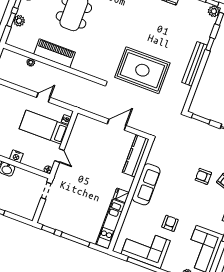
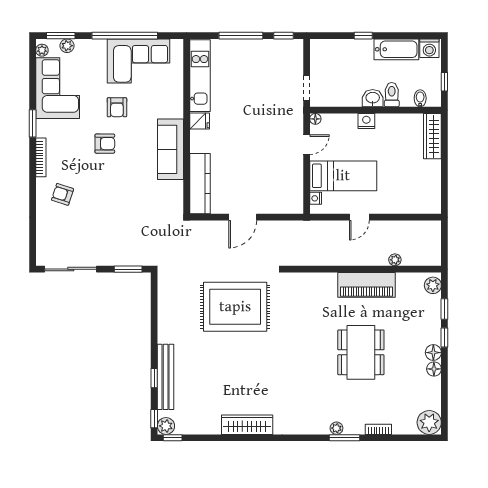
plant: (19, 21) -> (433, 285), moved
bench: (195, 64) -> (166, 377), moved
door: (59, 155) -> (307, 145), swing flipped
armchair: (203, 176) -> (105, 144), moved

